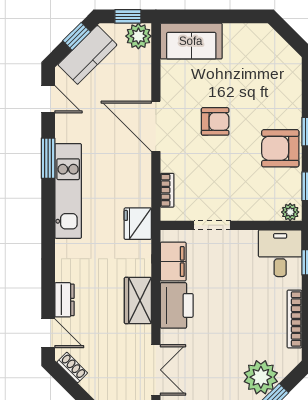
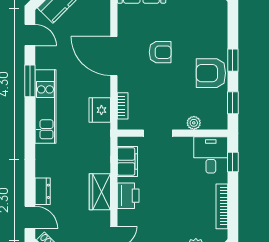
plant: (290, 212) -> (194, 123), moved
fridge: (138, 224) -> (100, 110), moved
printer: (177, 305) -> (128, 196), width x0.73, depth x0.84

